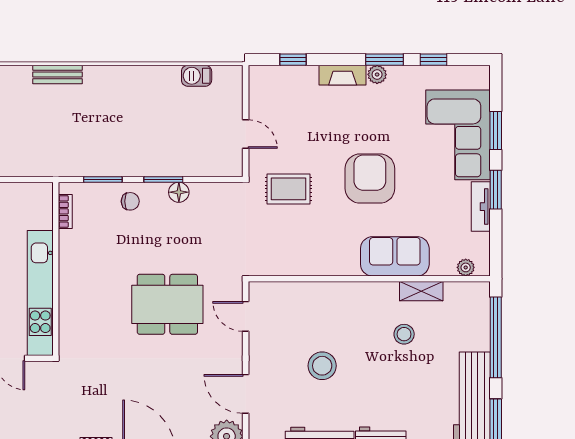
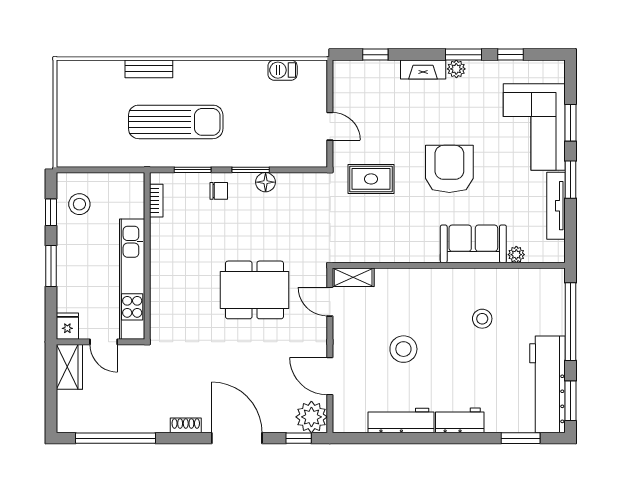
sun lounger: (85, 130) -> (176, 122), added
tv unit: (481, 207) -> (556, 206), width x1.41
plant: (466, 267) -> (516, 255), moved
shelving: (421, 291) -> (353, 277), moved

